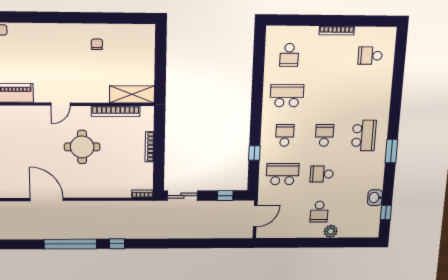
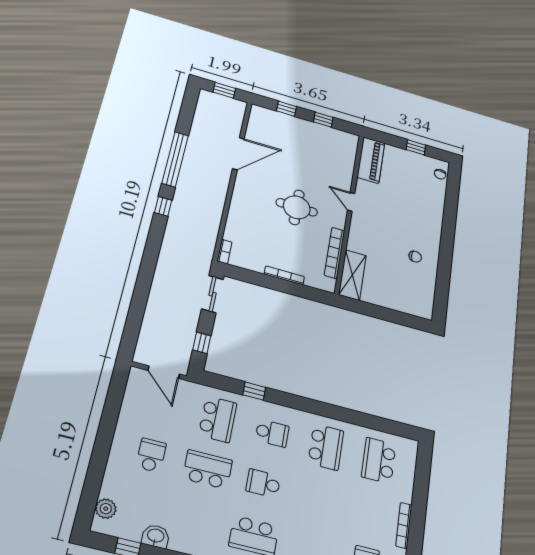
school desk: (289, 55) -> (379, 461), width x1.85
school desk: (324, 135) -> (263, 483), turned 180
school desk: (322, 174) -> (208, 469), width x1.85
school desk: (319, 212) -> (151, 455), turned 90
plant: (331, 231) -> (106, 509), moved

